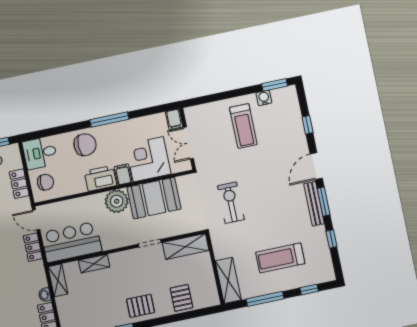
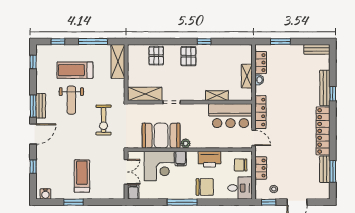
window: (274, 85) -> (73, 202), moved
water cooler: (264, 98) -> (45, 194), moved
chair: (85, 145) -> (205, 187), turned 180
printer: (100, 178) -> (210, 159), moved
plant: (117, 201) -> (186, 143), width x0.53, depth x0.53
bench: (314, 204) -> (41, 106), width x0.73
weight bench: (277, 219) -> (71, 100), added
window: (331, 239) -> (33, 62), moved
locker: (33, 247) -> (260, 112), width x1.53
treadmill: (280, 258) -> (75, 70), turned 180
shelving: (58, 280) -> (247, 76), moved
pallet: (141, 306) -> (188, 56), turned 90

